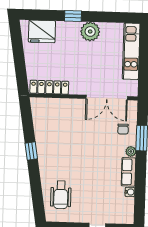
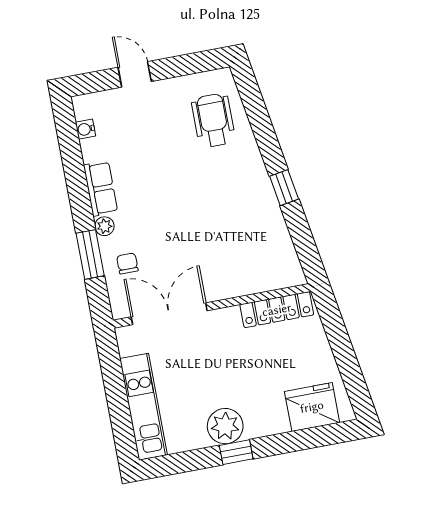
window: (73, 16) -> (236, 452), moved
water cooler: (130, 192) -> (86, 129), moved

